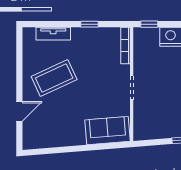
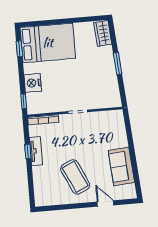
tv unit: (53, 34) -> (36, 151), moved
sofa: (108, 131) -> (121, 166), moved

